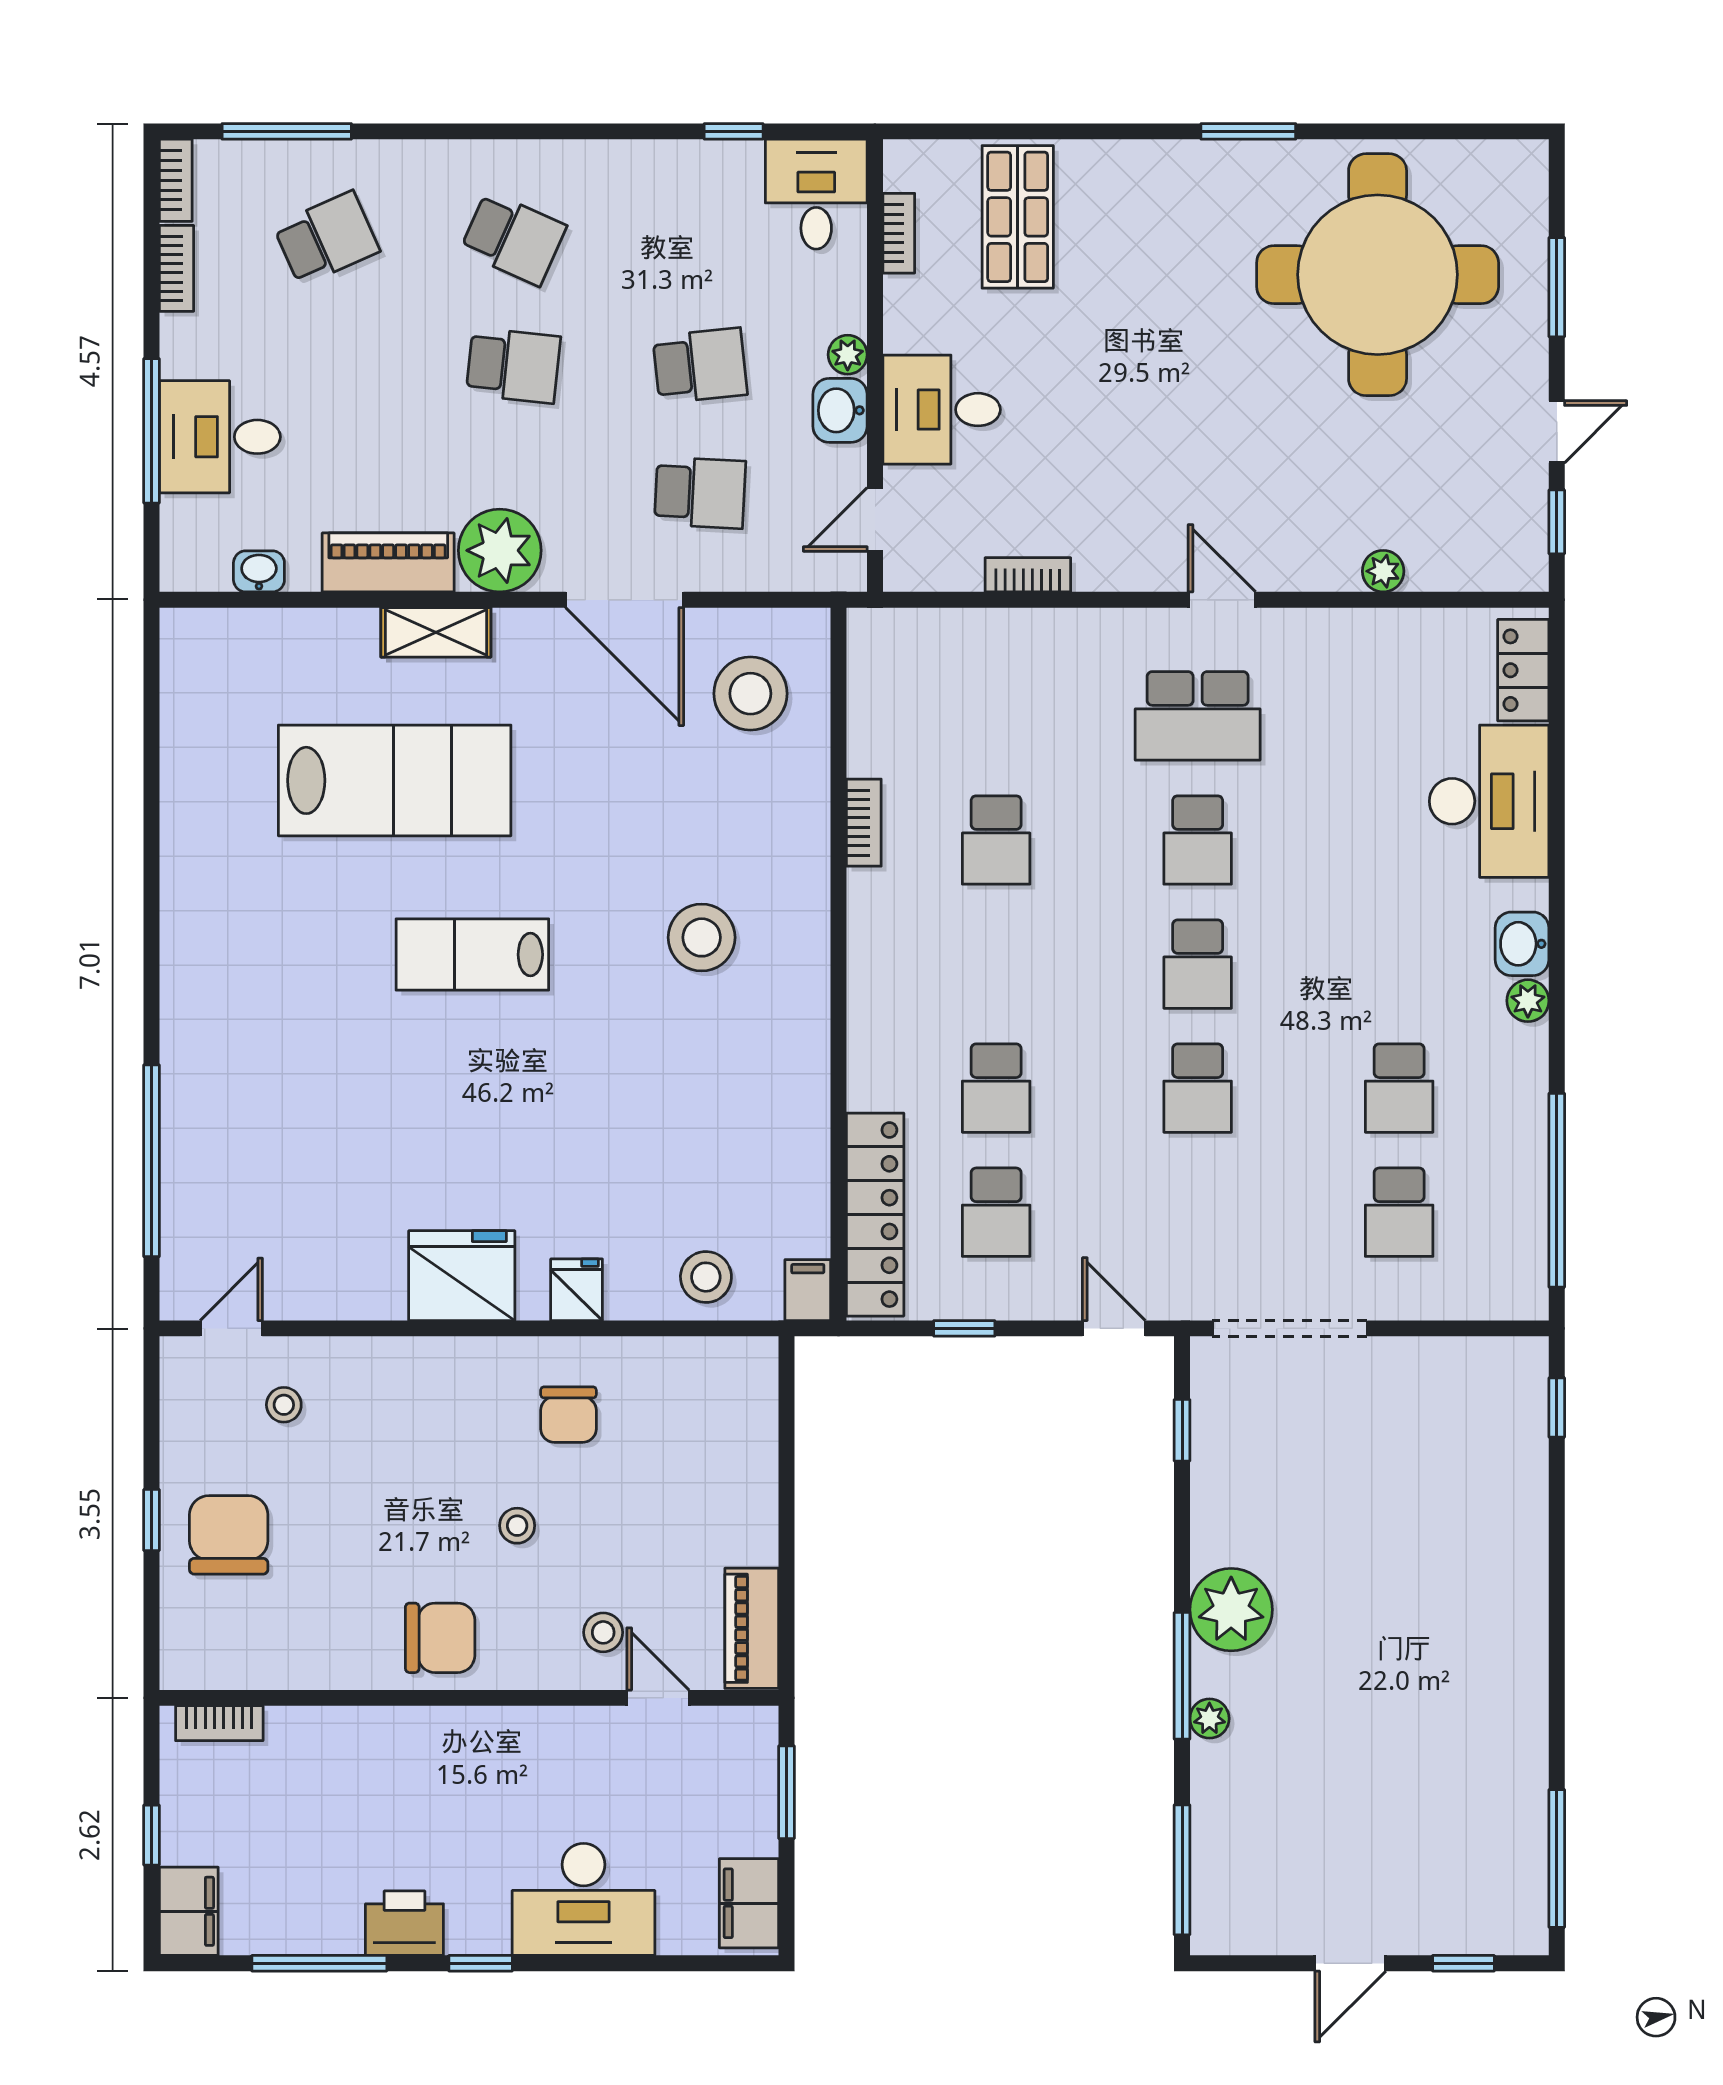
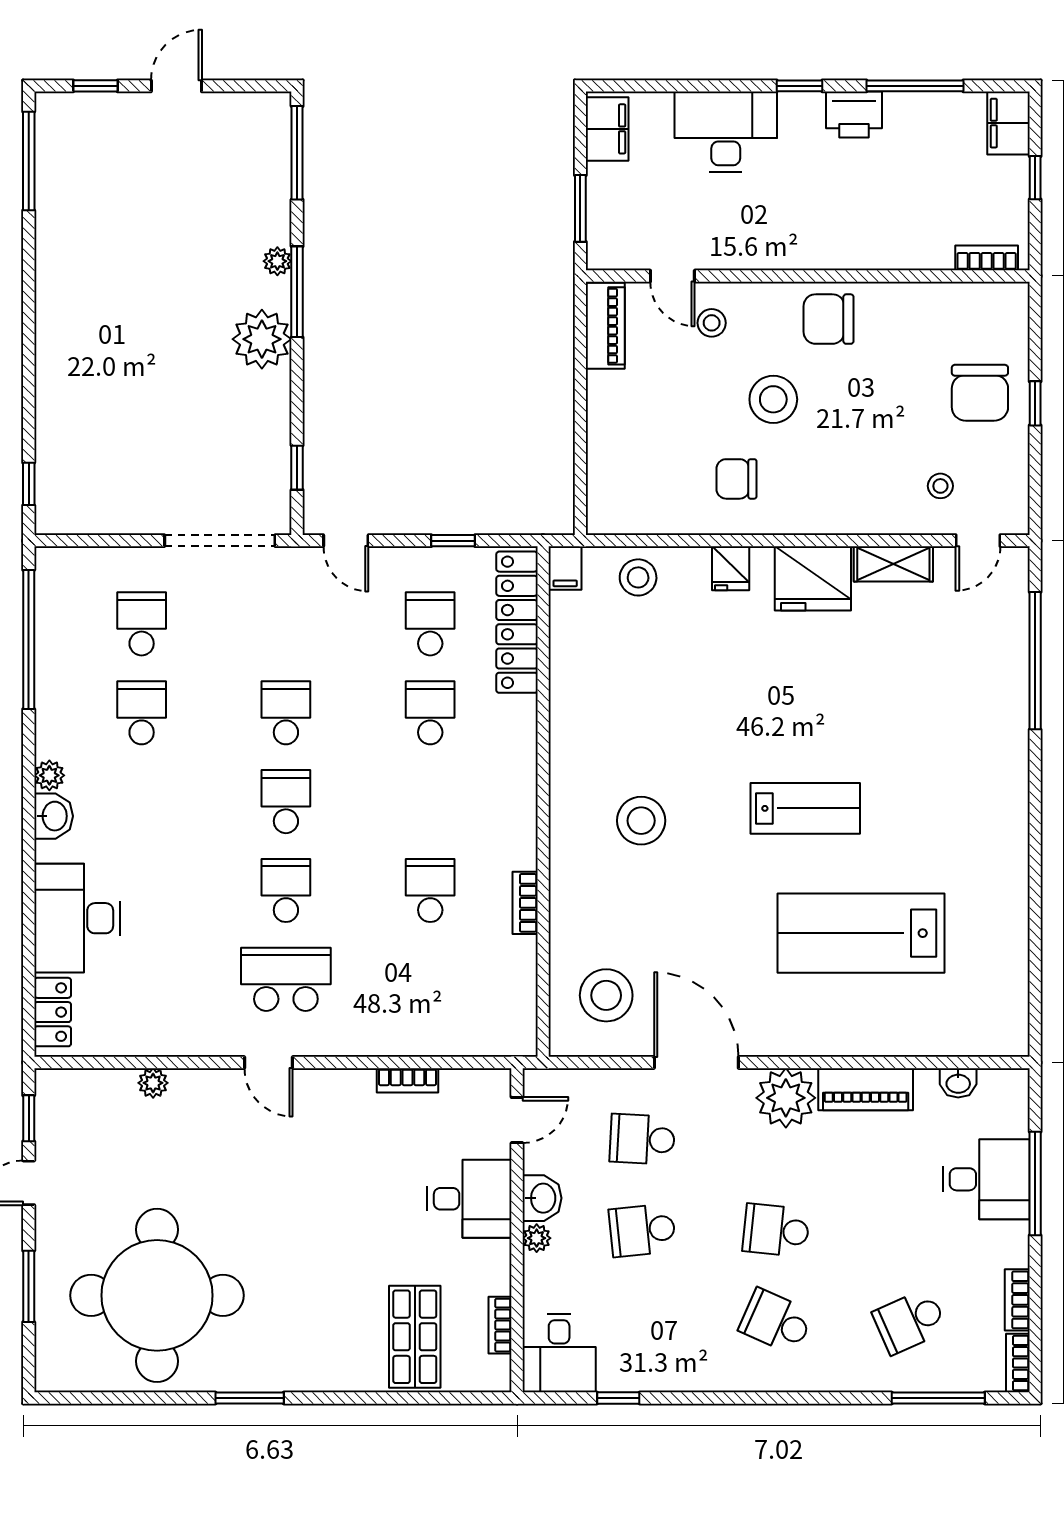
shelving: (436, 632) -> (893, 564), moved
chair: (568, 1415) -> (737, 479), turned -90
stool: (517, 1526) -> (773, 399), width x1.89, depth x1.89

